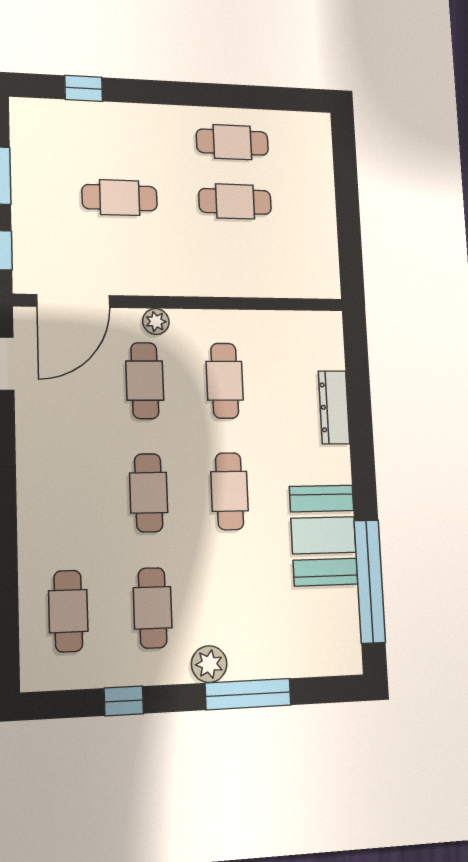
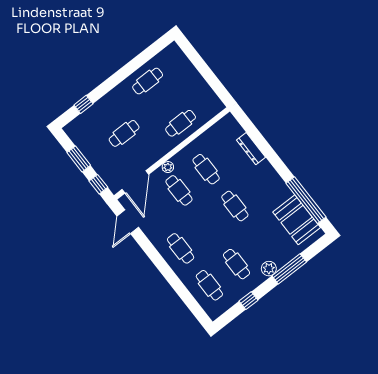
cafe table: (235, 201) -> (181, 123), moved
cafe table: (149, 493) -> (181, 248), moved
booth: (324, 535) -> (297, 220), moved

